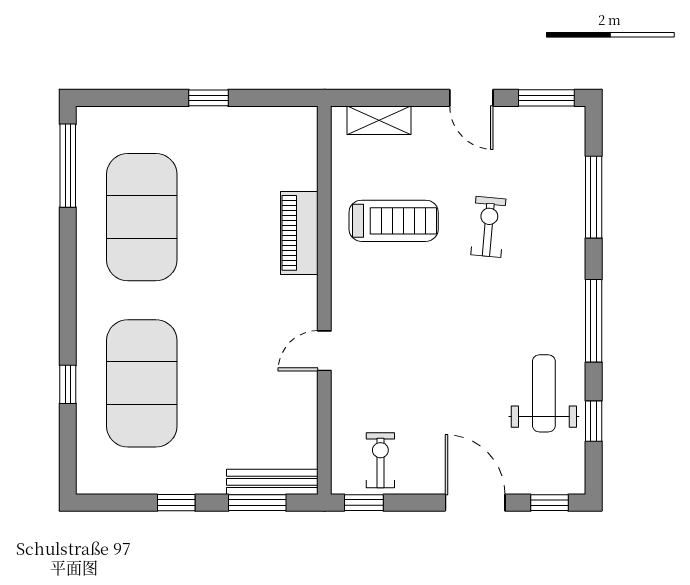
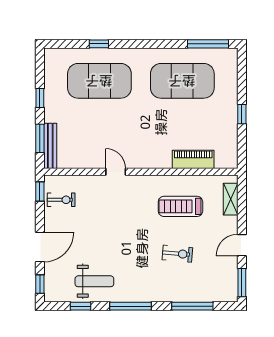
treadmill: (394, 221) -> (180, 206), turned 90
piano: (299, 233) -> (193, 159), moved

